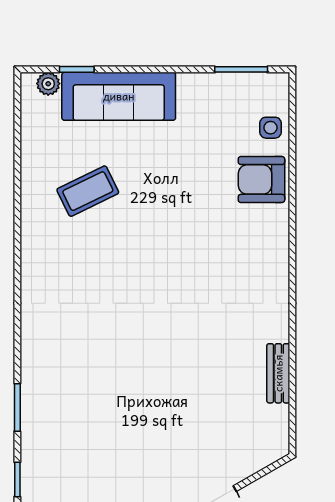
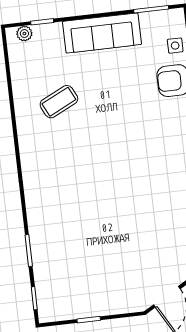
sofa: (119, 96) -> (102, 33), moved

